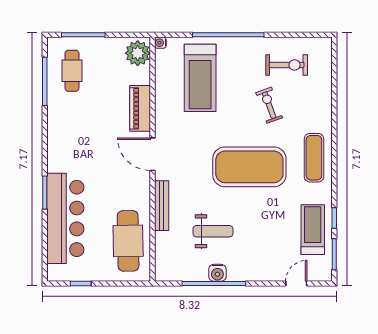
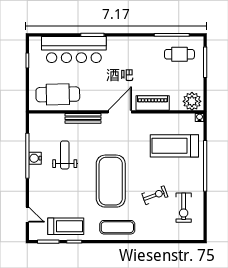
weight bench: (213, 231) -> (65, 155), turned 180

